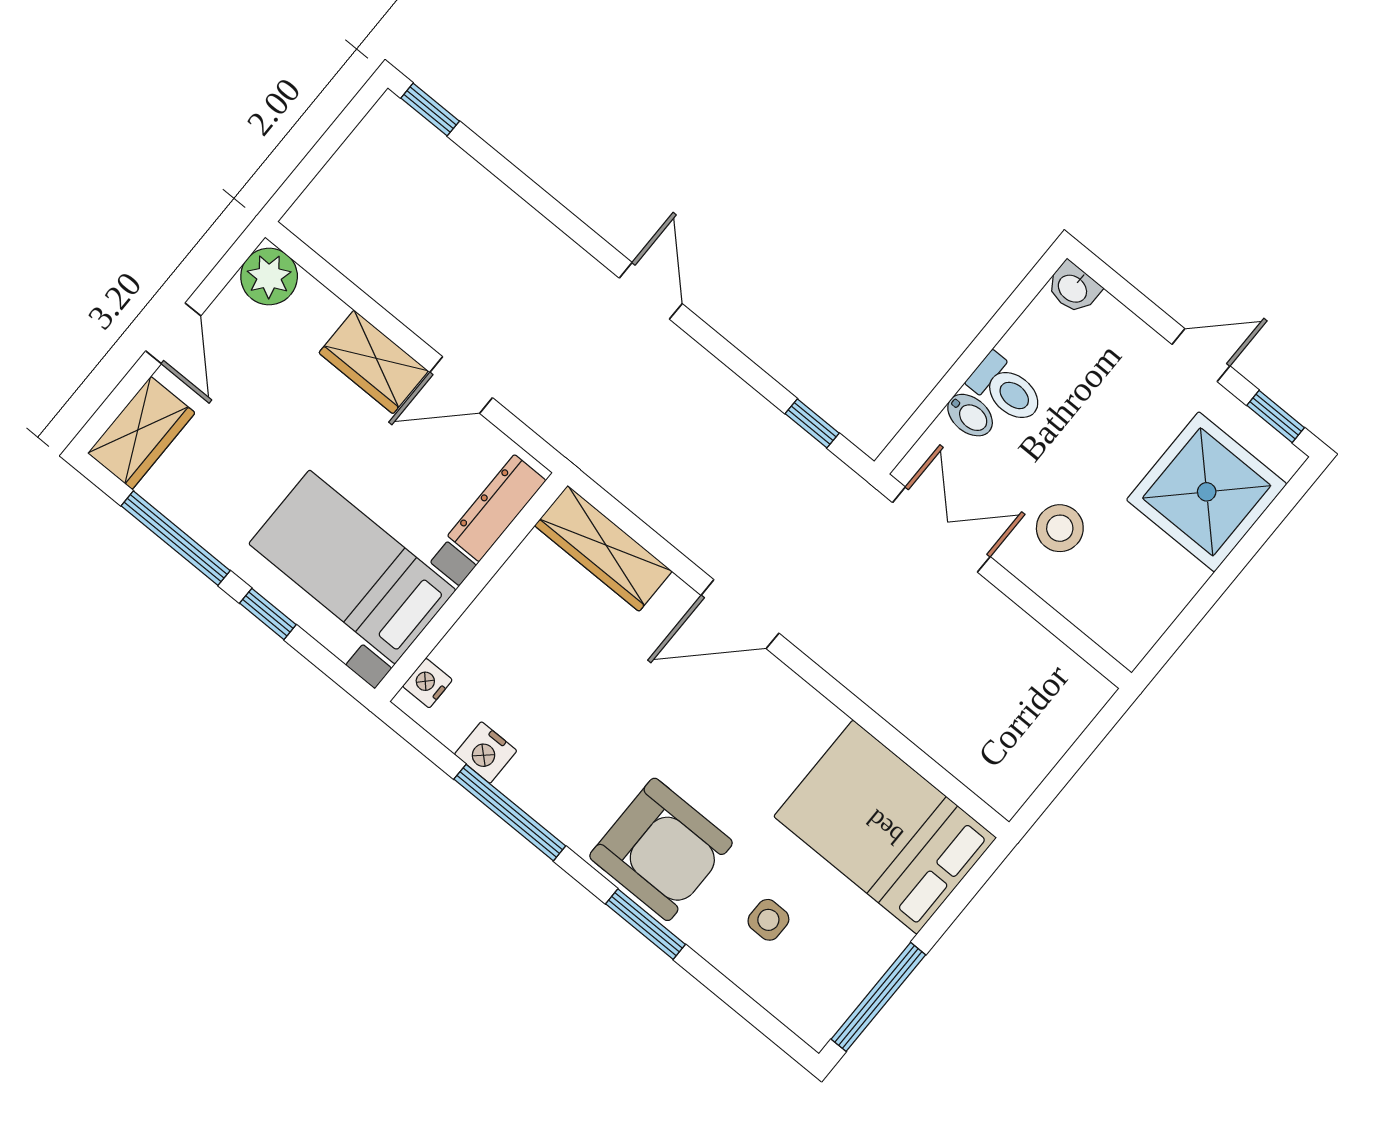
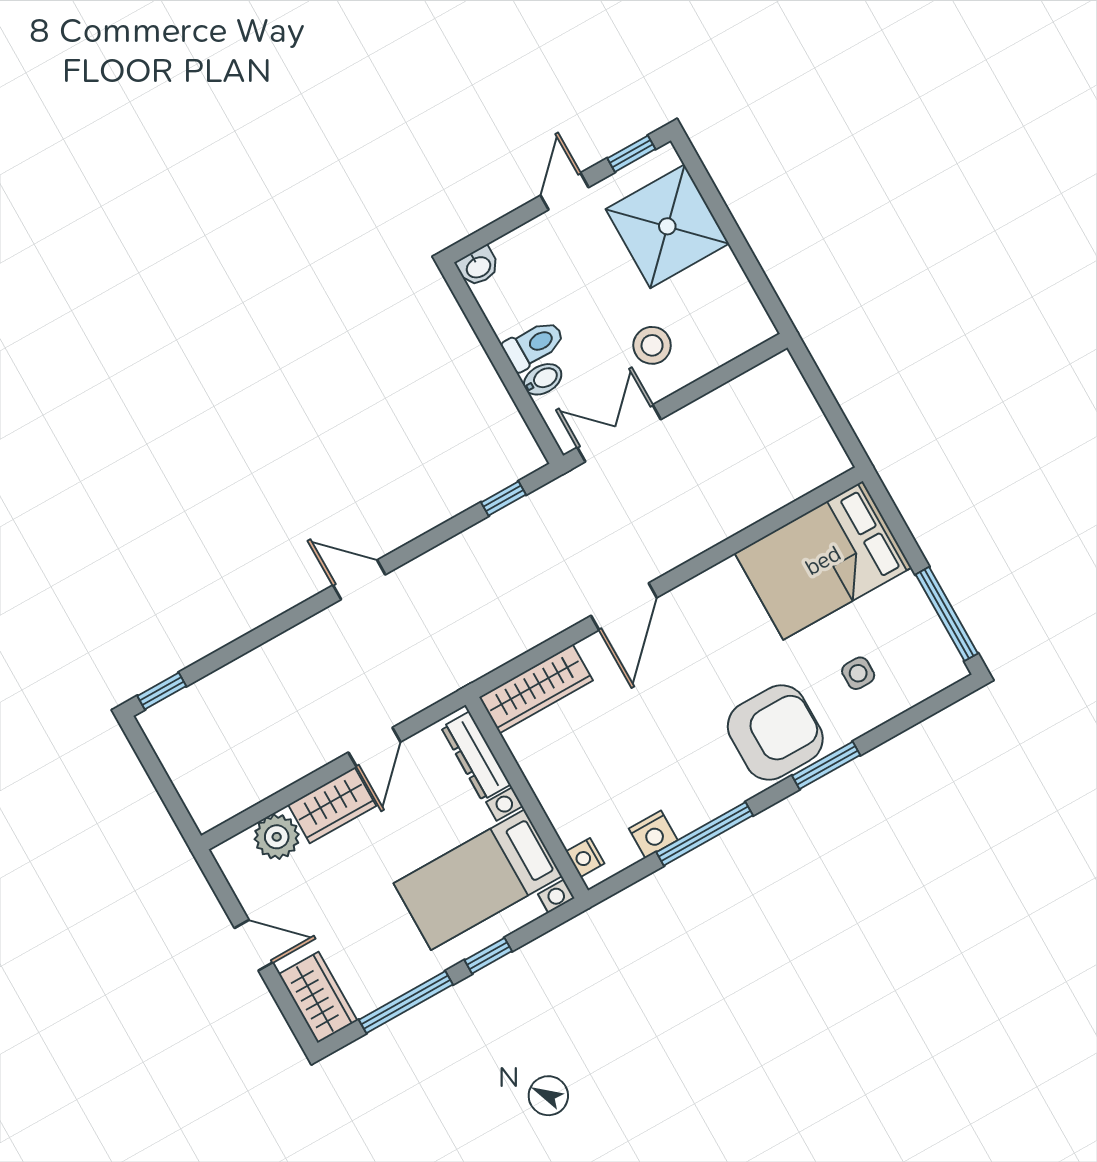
plant: (269, 276) -> (277, 837), moved

